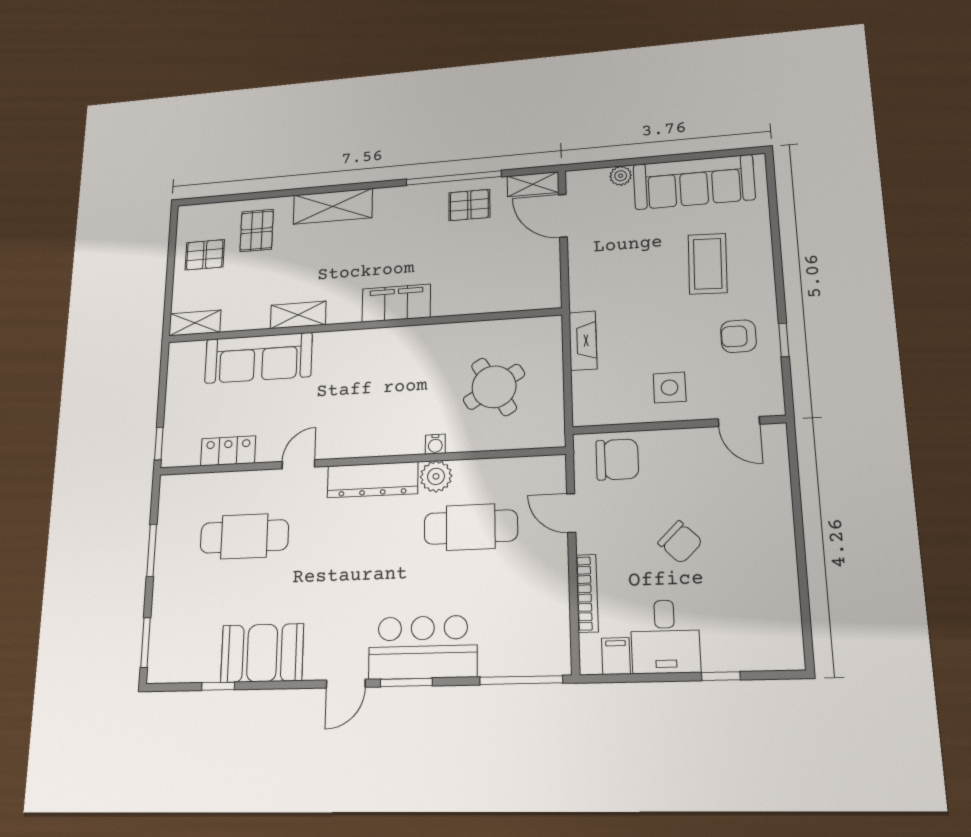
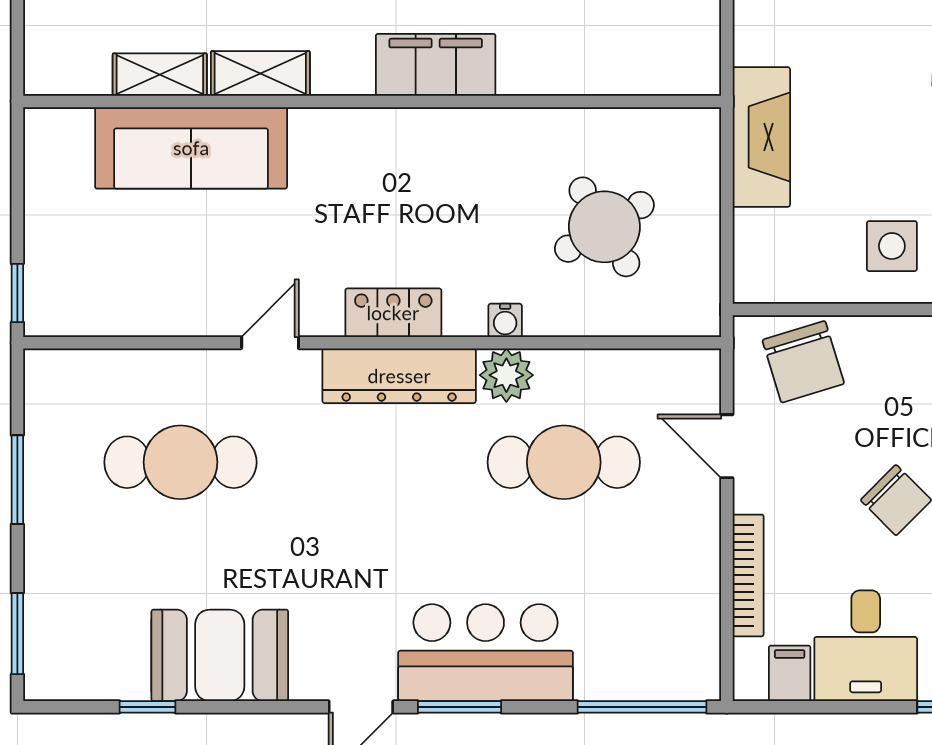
shelving: (195, 323) -> (160, 75), moved
fireplace: (583, 341) -> (761, 137), width x1.37, depth x1.32
locker: (228, 451) -> (393, 313), moved
chair: (617, 459) -> (803, 362), turned 73

